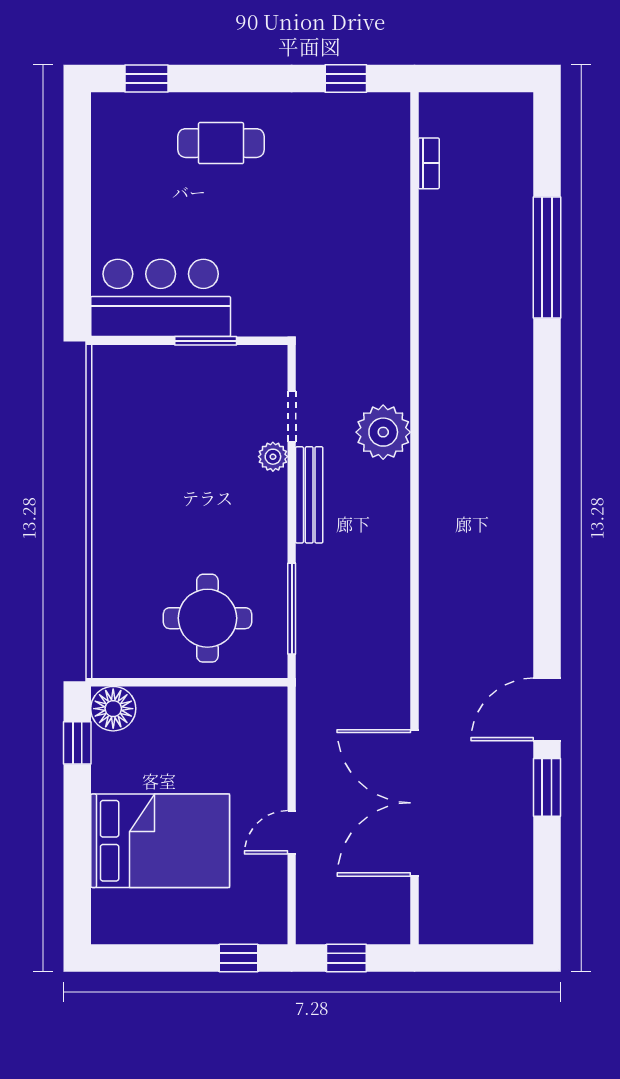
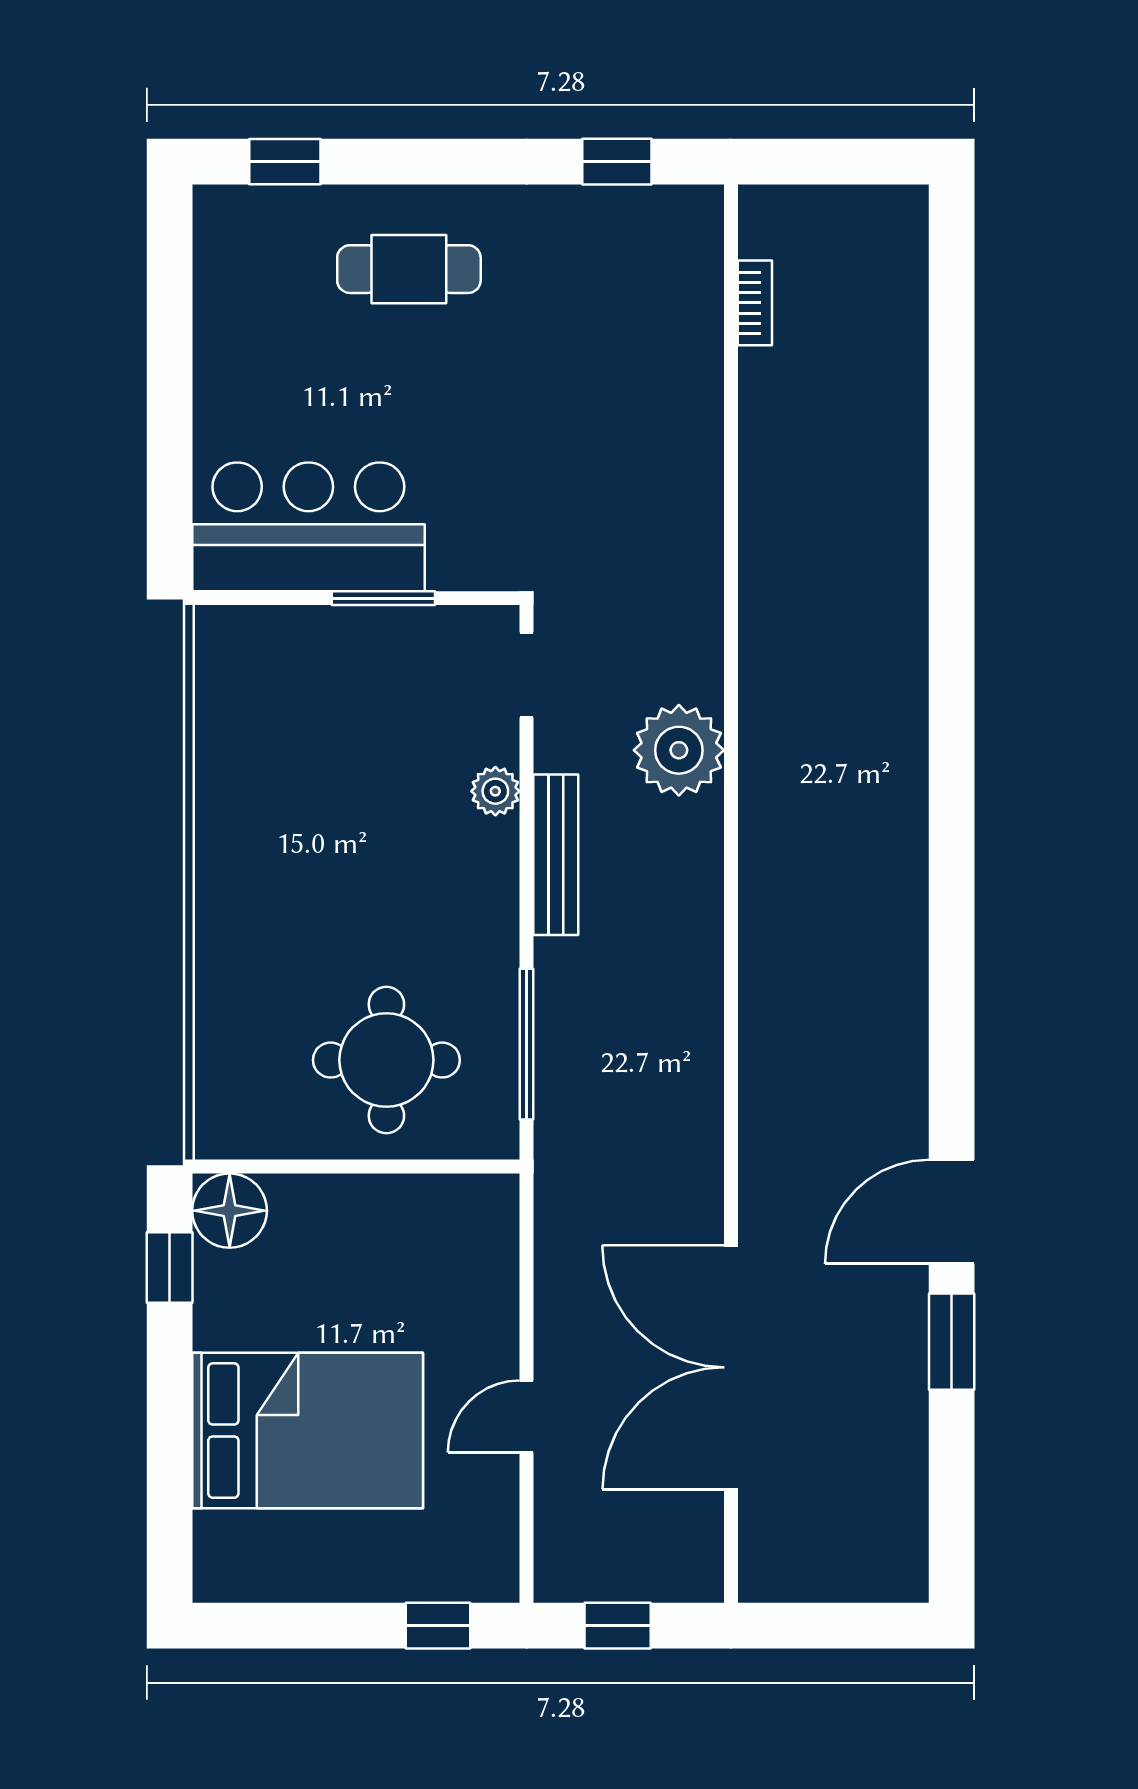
window: (547, 257) -> (952, 459), removed
doorway: (292, 416) -> (526, 675), moved

